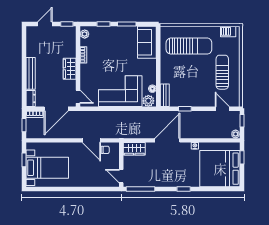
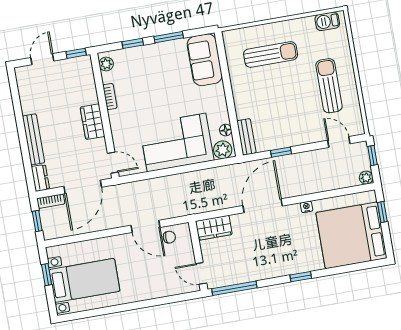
sun lounger: (189, 46) -> (271, 54), width x0.73, depth x0.75

